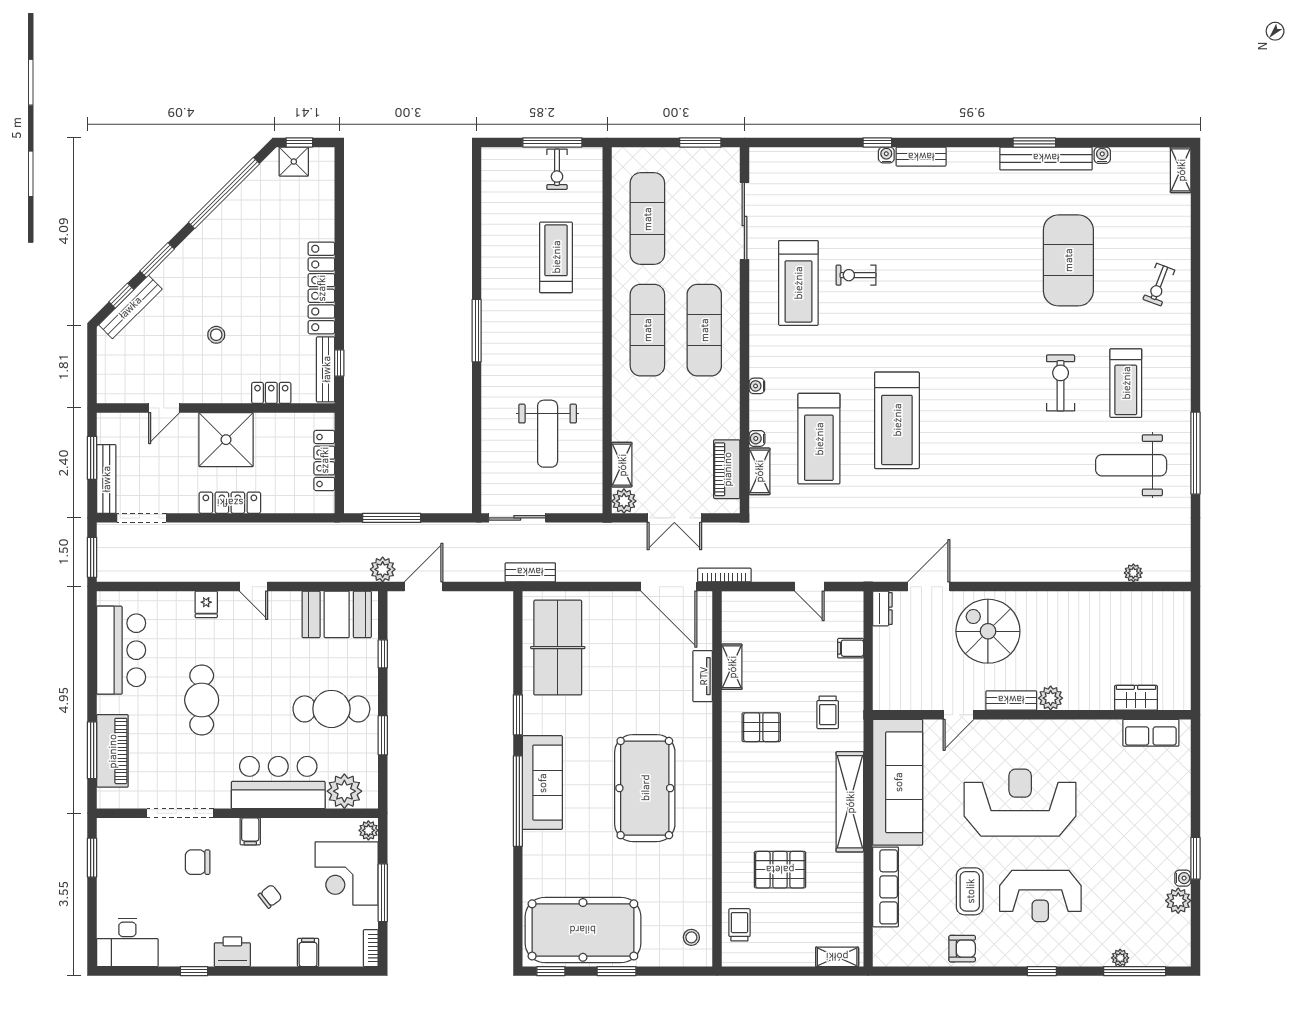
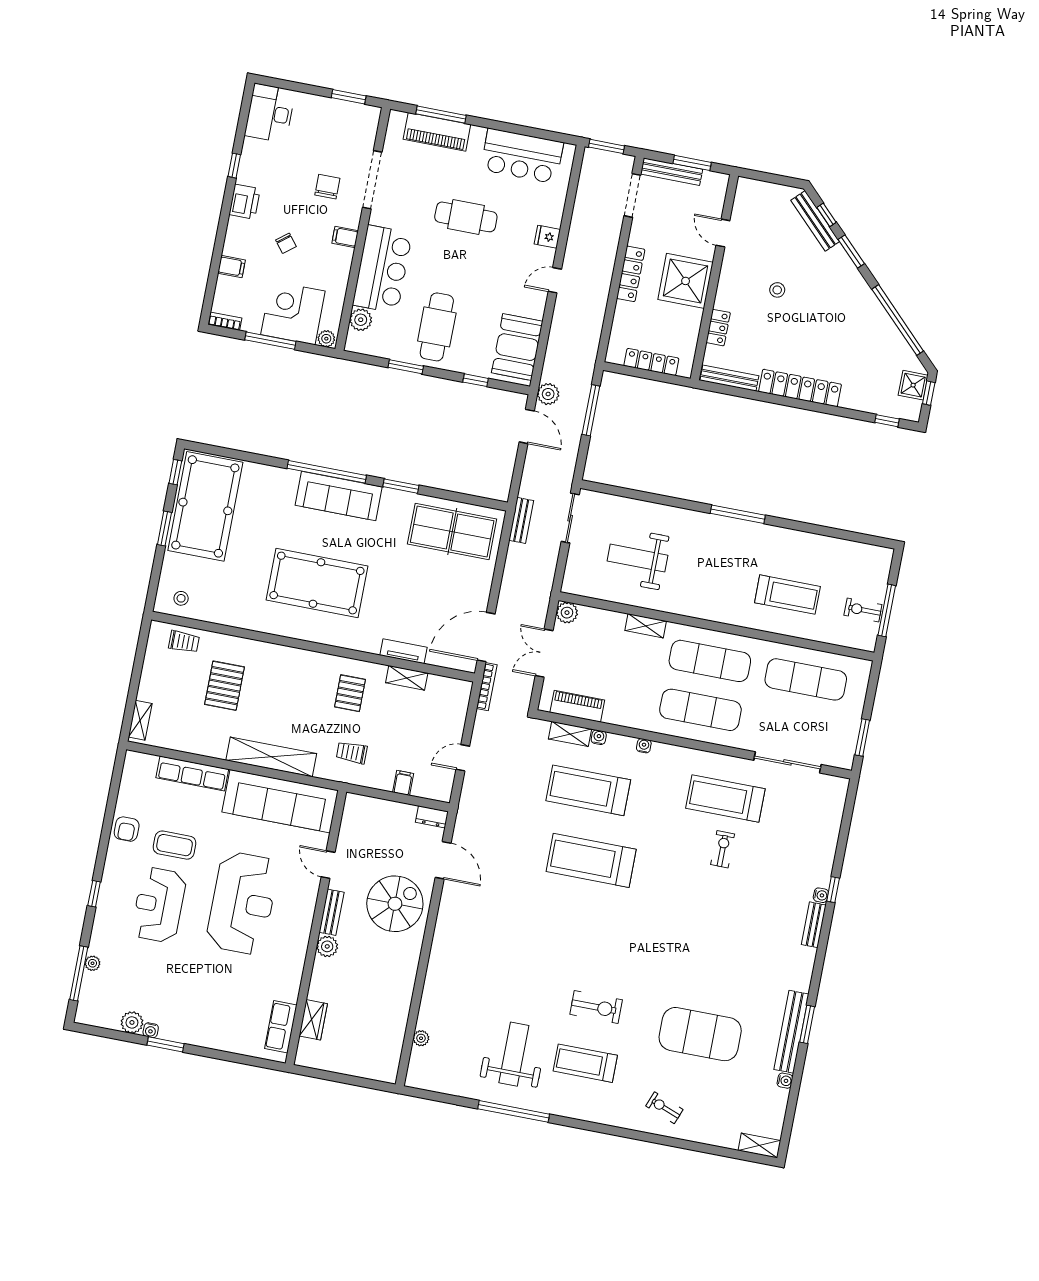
window: (339, 363) -> (887, 421), moved
shelving: (622, 465) -> (646, 626), moved
plant: (344, 791) -> (361, 320), width x0.73, depth x0.73

